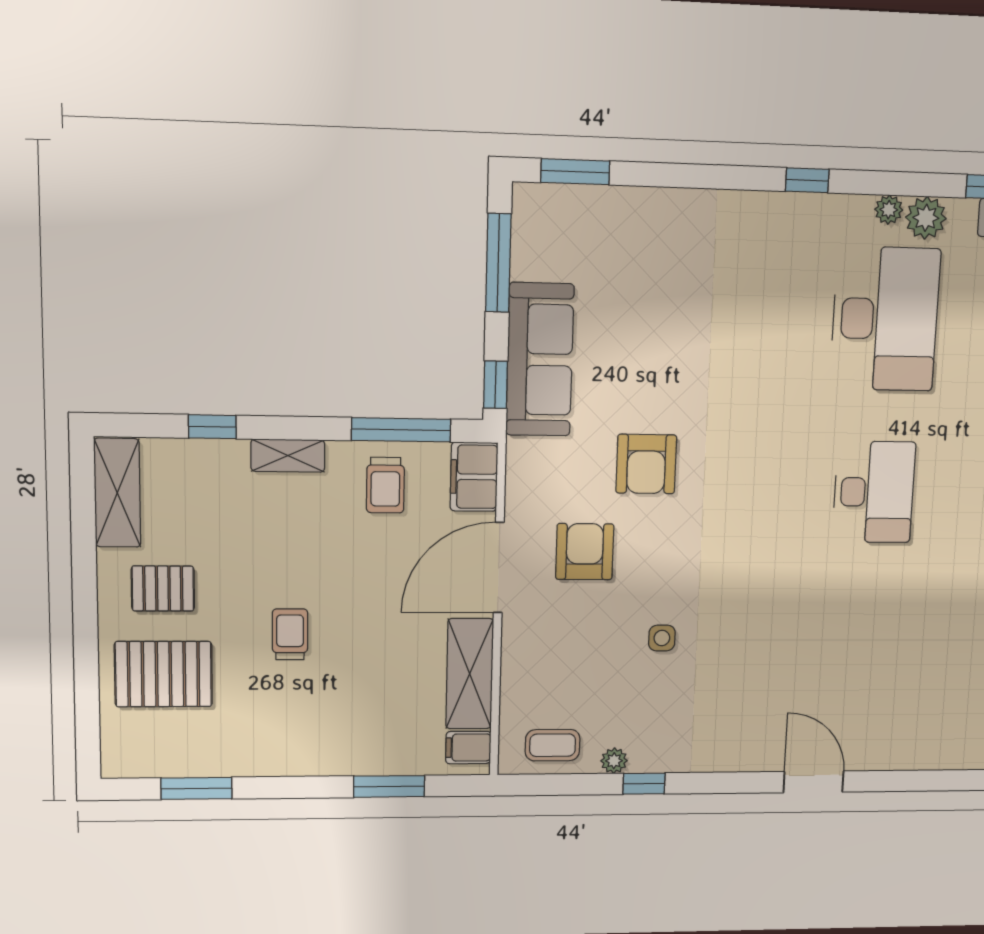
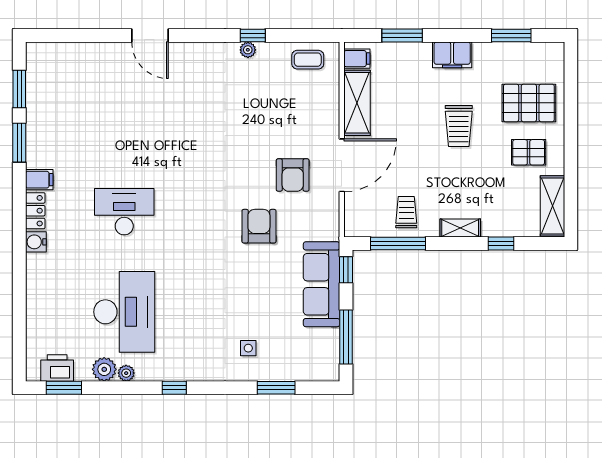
window: (575, 172) -> (276, 388), moved
desk: (885, 319) -> (124, 312), turned 180
filing cabinet: (474, 477) -> (452, 55), moved, turned 90
desk: (874, 492) -> (124, 212), turned 90
trolley: (290, 634) -> (459, 126), width x1.36, depth x1.39
side table: (662, 638) -> (248, 348), moved
plant: (614, 761) -> (248, 50), moved

